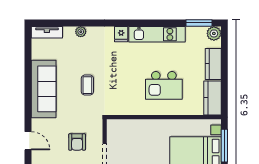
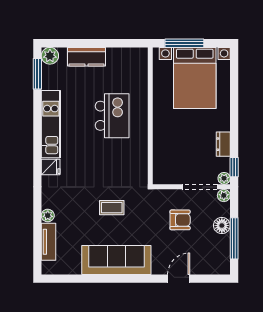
tv unit: (47, 32) -> (48, 242), moved
kitchen counter: (212, 98) -> (127, 58), removed

